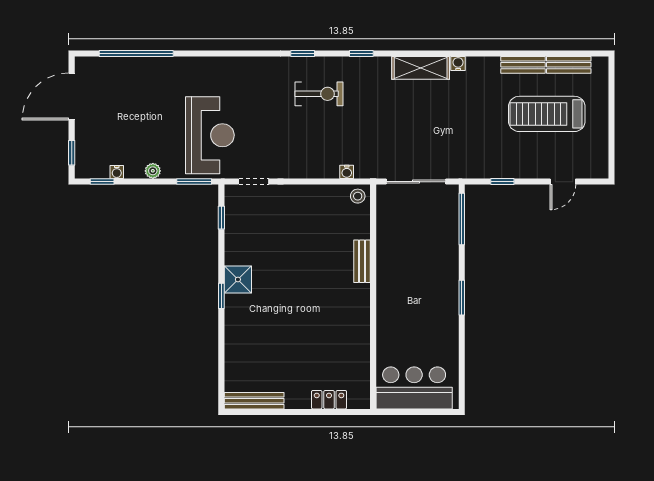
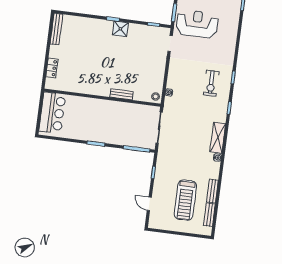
treadmill: (547, 114) -> (185, 200), turned 180
reception desk: (210, 135) -> (197, 24), turned 180

